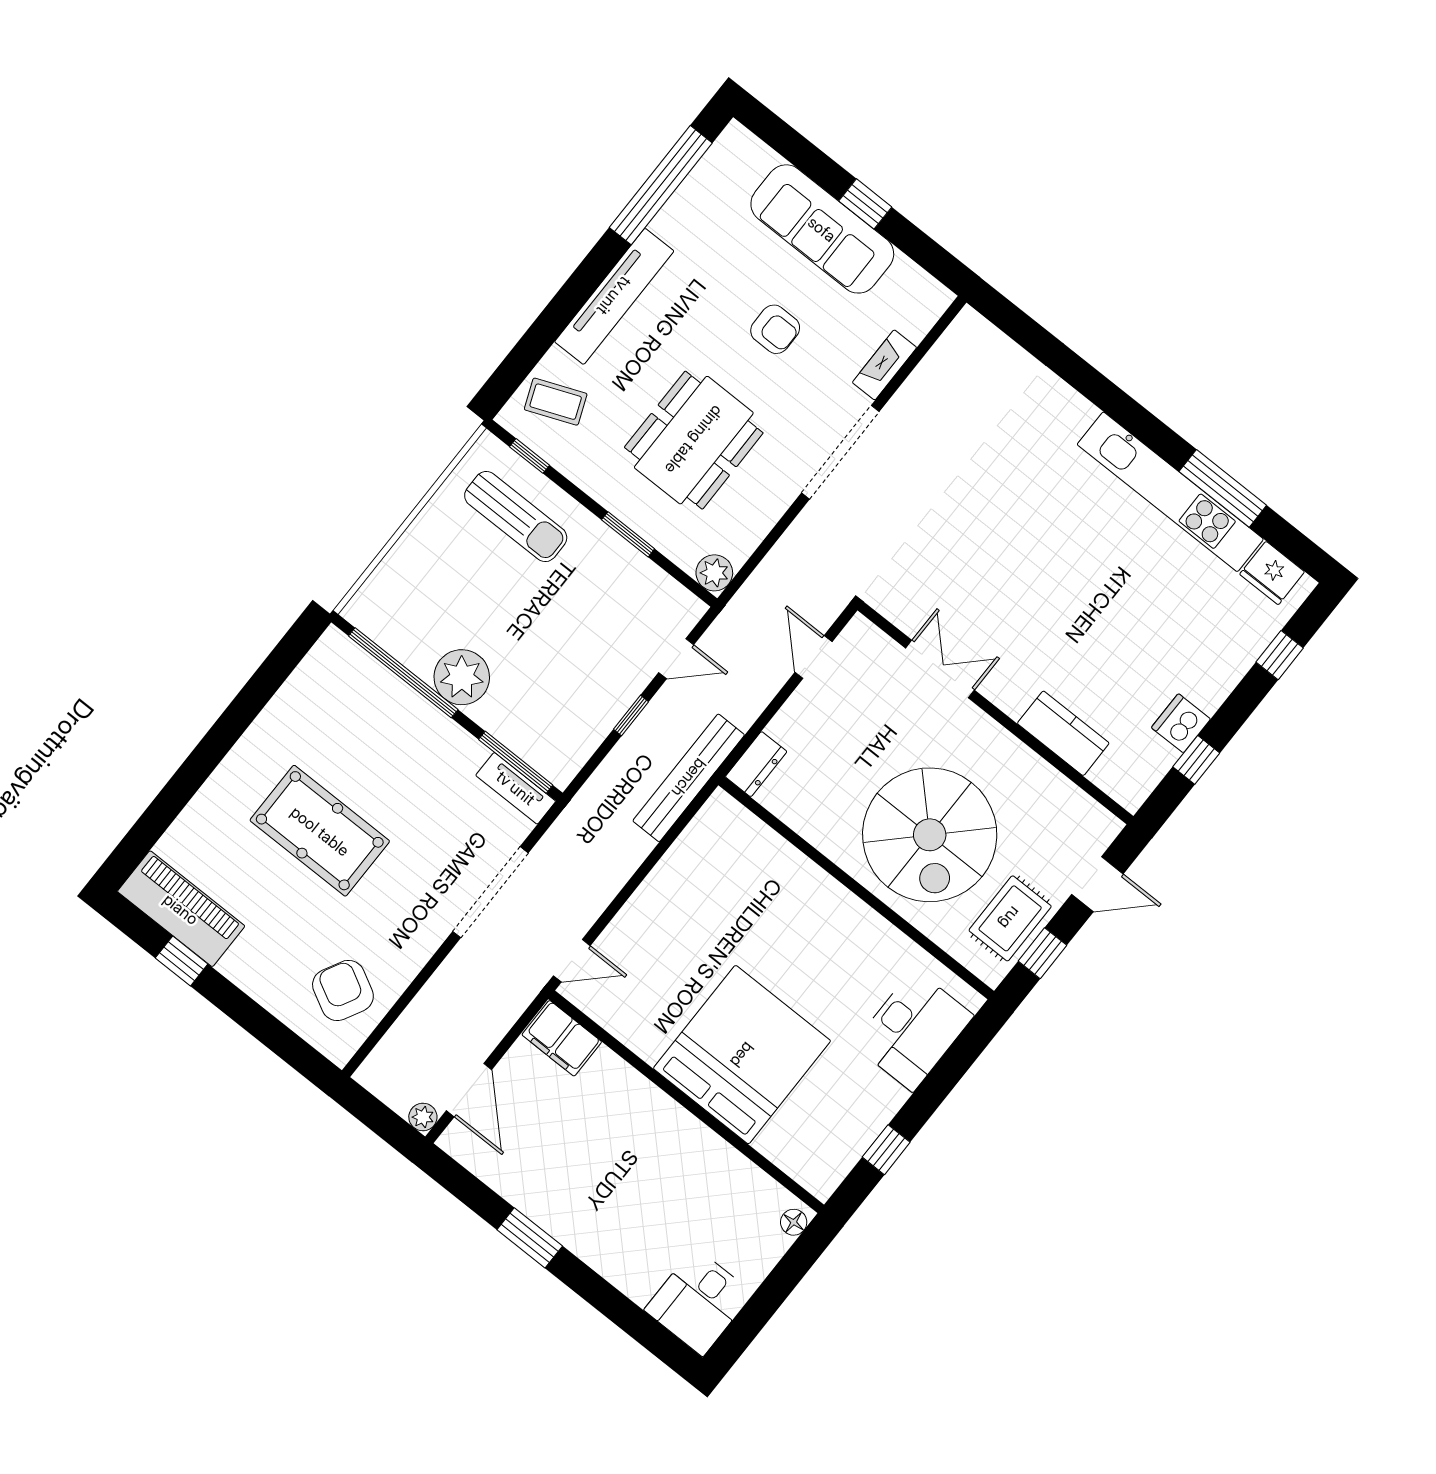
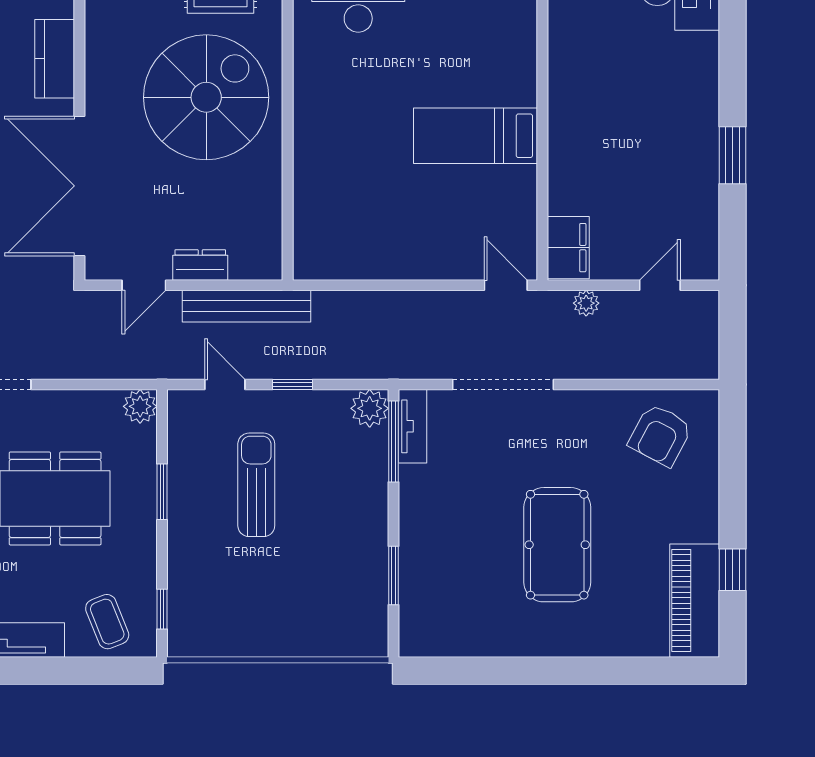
sun lounger: (516, 517) -> (256, 485), moved
double door: (940, 669) -> (79, 186), width x1.87
window: (403, 673) -> (393, 576), width x0.47
plant: (462, 677) -> (370, 408), moved, width x0.73, depth x0.73
dresser: (756, 764) -> (200, 265), moved
bench: (689, 778) -> (247, 306), moved
bed: (742, 1055) -> (476, 136), width x0.49
door: (469, 1090) -> (660, 285), width x0.73
plant: (423, 1117) -> (586, 303), moved

